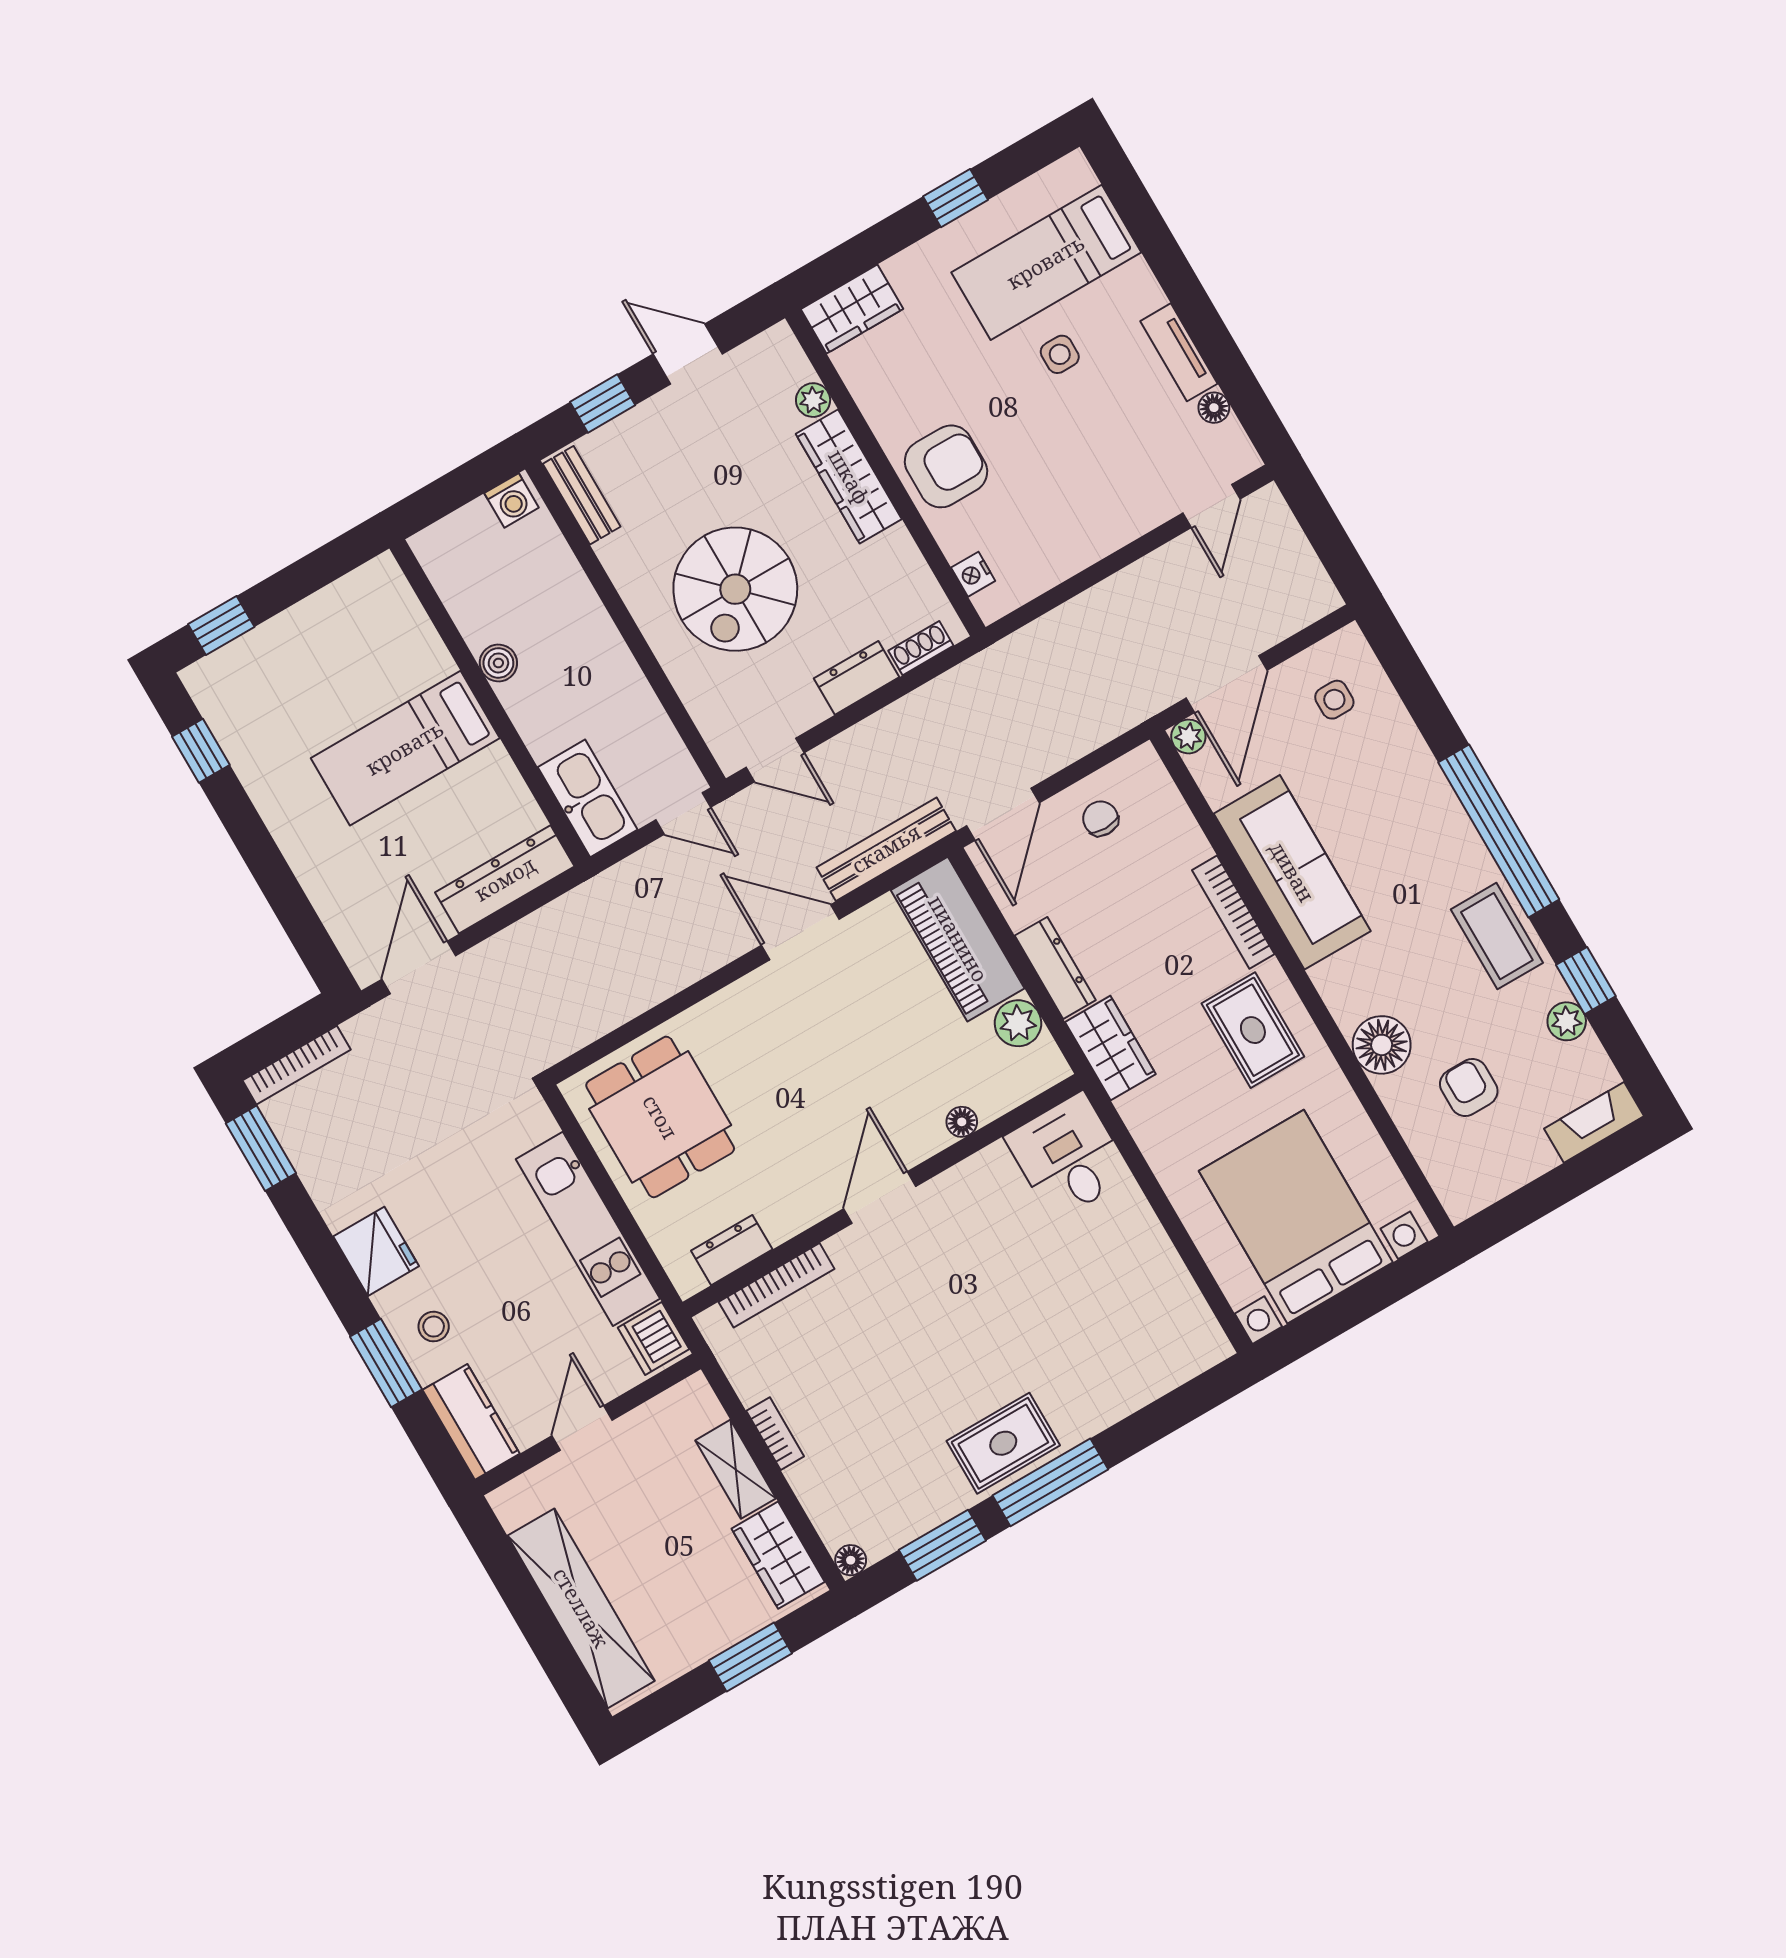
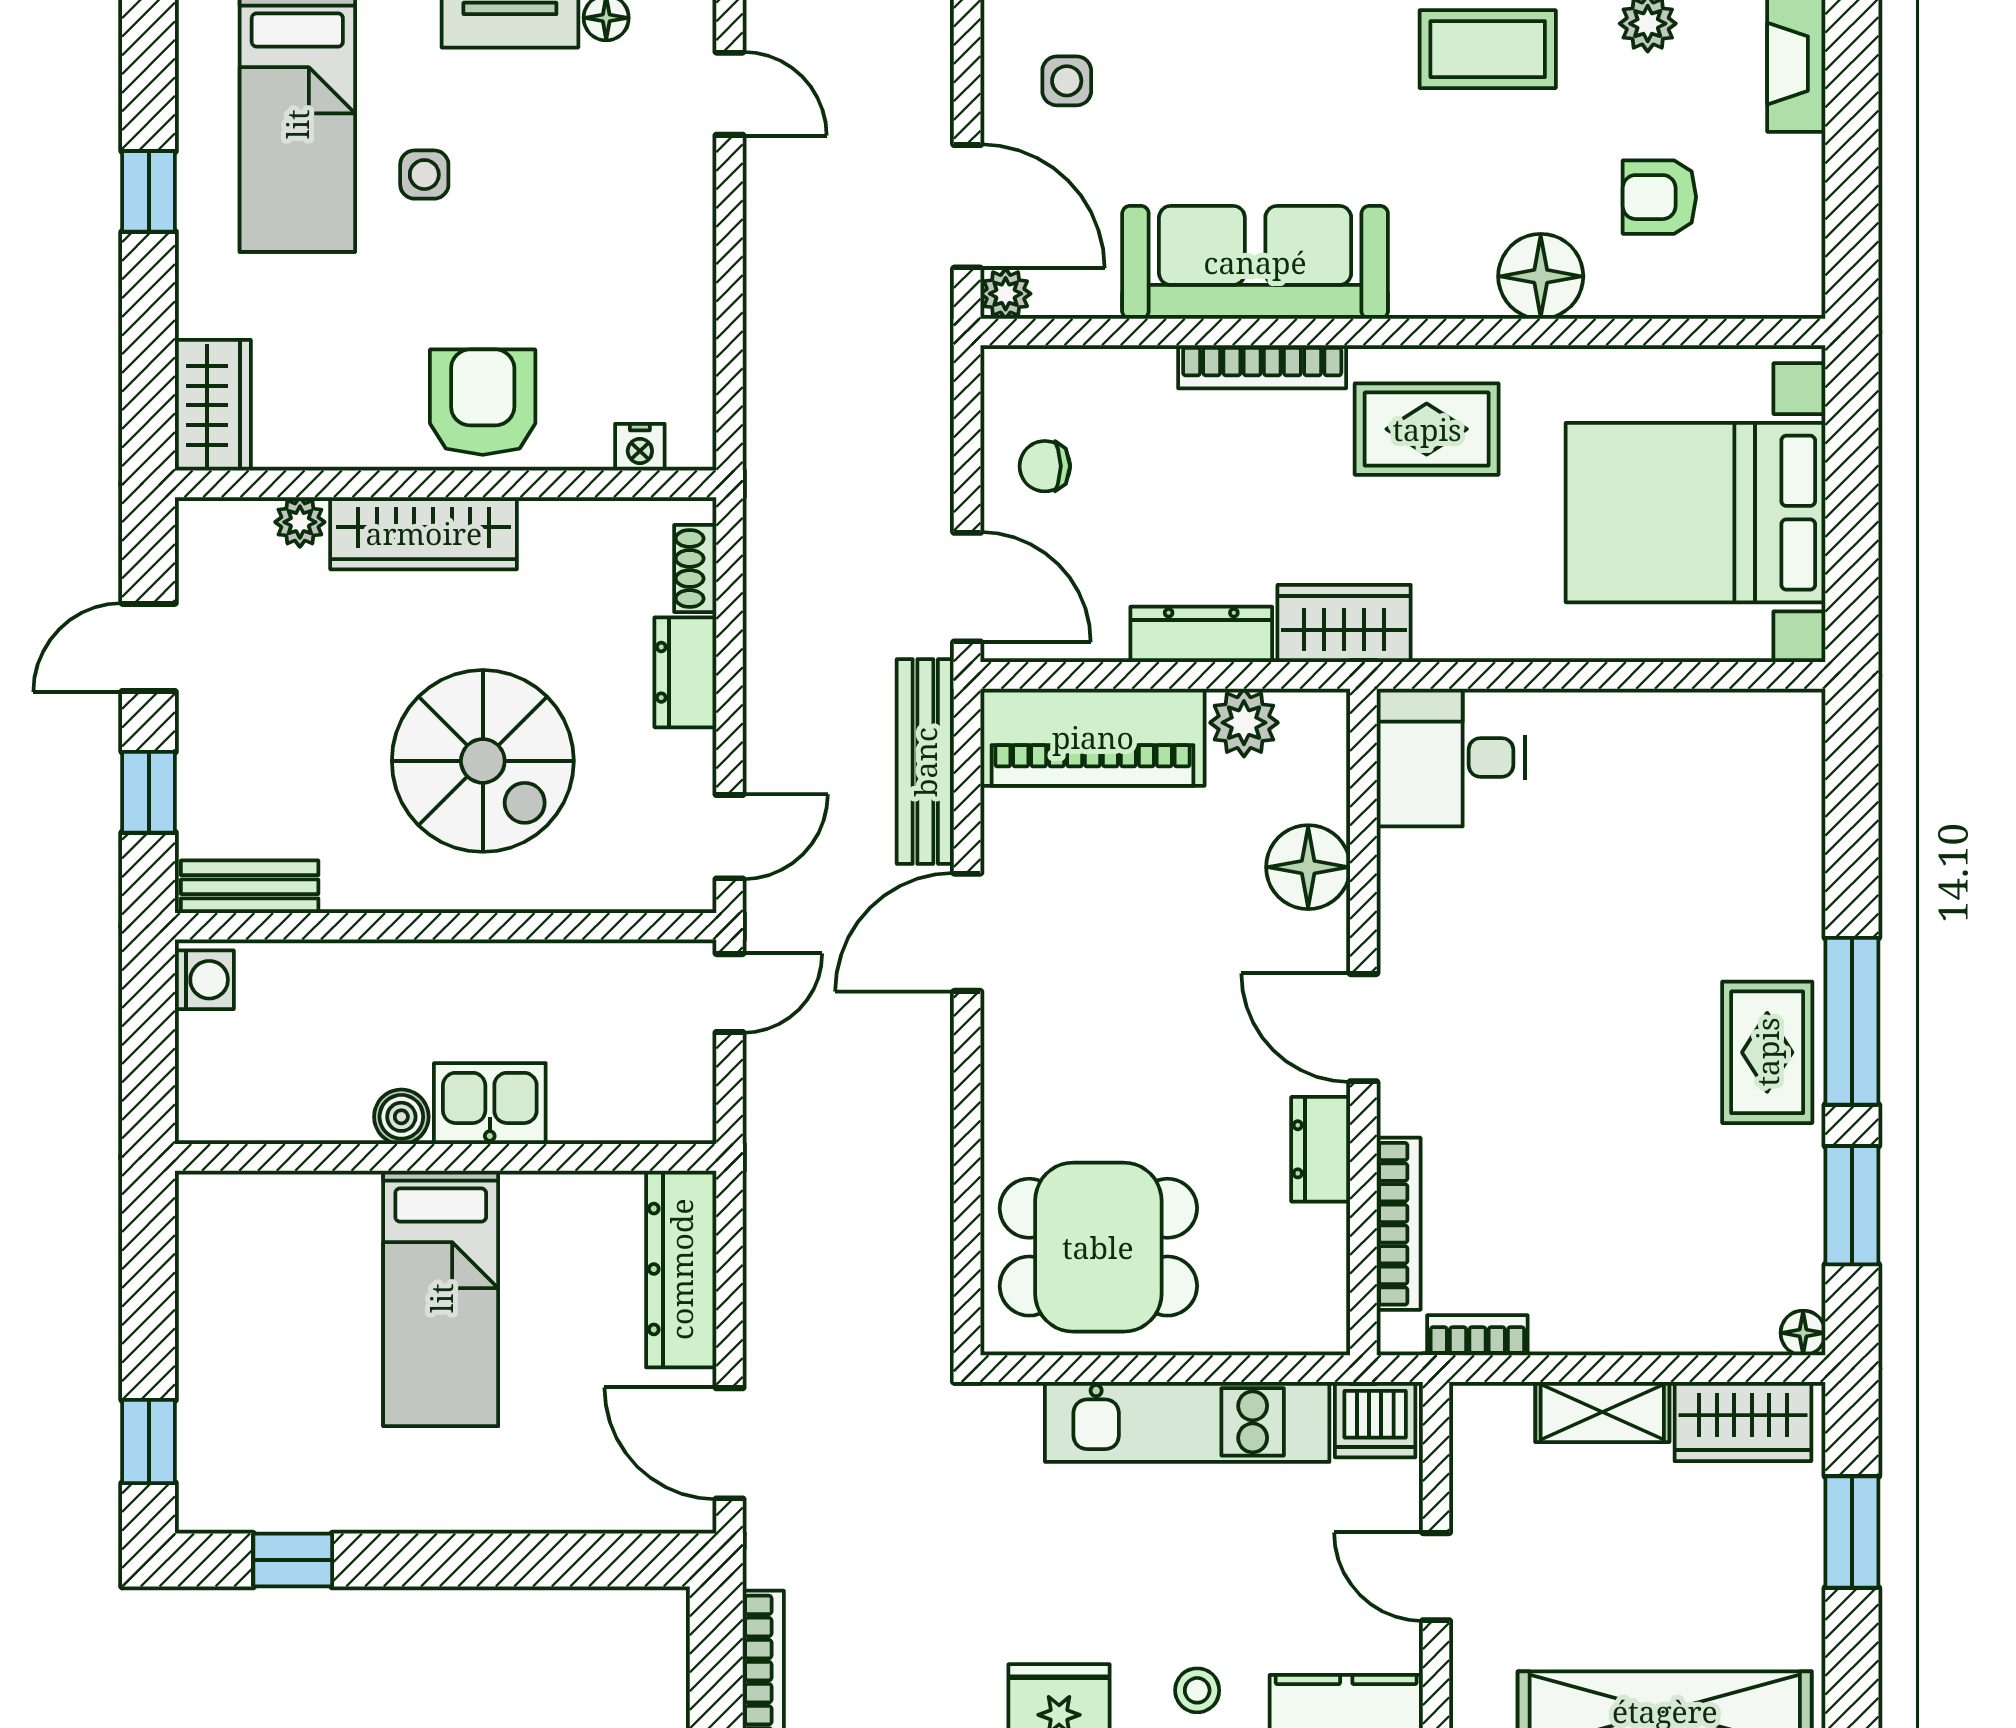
kitchen sink: (588, 798) -> (490, 1104), moved, width x0.73
floor lamp: (962, 1122) -> (1308, 867), width x1.89, depth x1.89
dresser: (732, 1250) -> (1321, 1149), moved
bookcase: (775, 1434) -> (1477, 1335), moved

